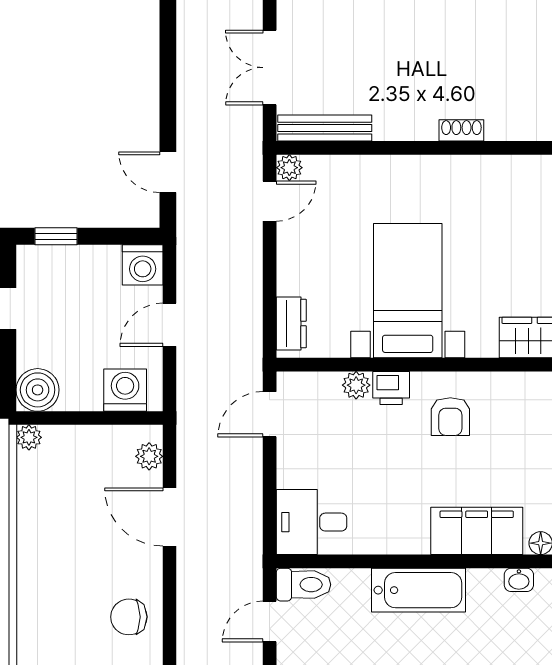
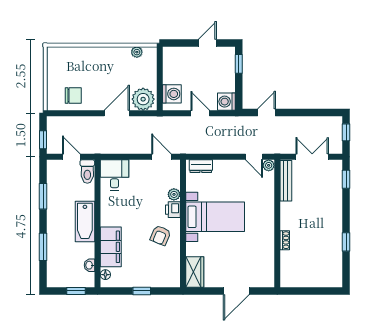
boiler: (38, 390) -> (172, 56), removed
armchair: (450, 417) -> (160, 235), turned -67
plant: (29, 437) -> (137, 52), moved
plant: (149, 456) -> (143, 99), width x1.88, depth x1.88
chair: (129, 617) -> (73, 96), turned 90

